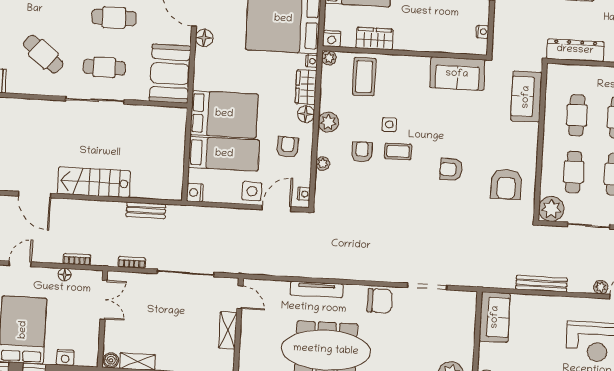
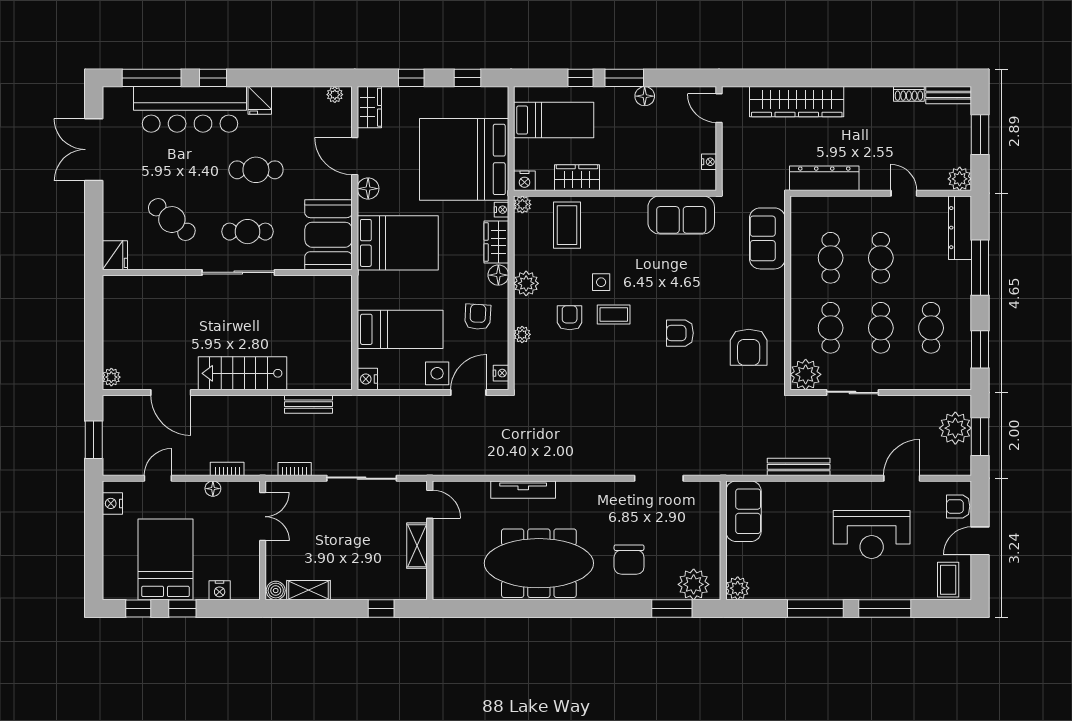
bed: (224, 114) -> (398, 243), moved
plant: (601, 287) -> (872, 467), removed
chair: (380, 301) -> (629, 560), moved, turned 90

